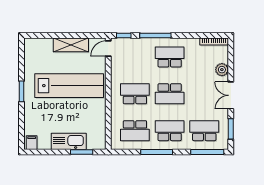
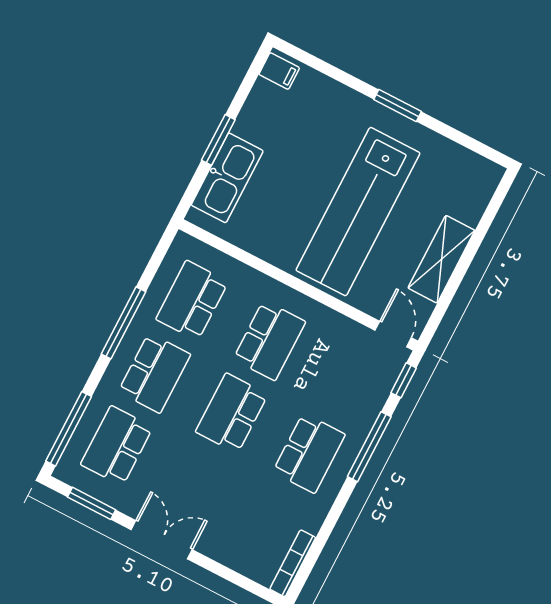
plant: (222, 70) -> (225, 549), removed
school desk: (204, 131) -> (117, 446), turned 180
kitchen sink: (69, 141) -> (227, 178), moved
window: (82, 152) -> (218, 140), moved

